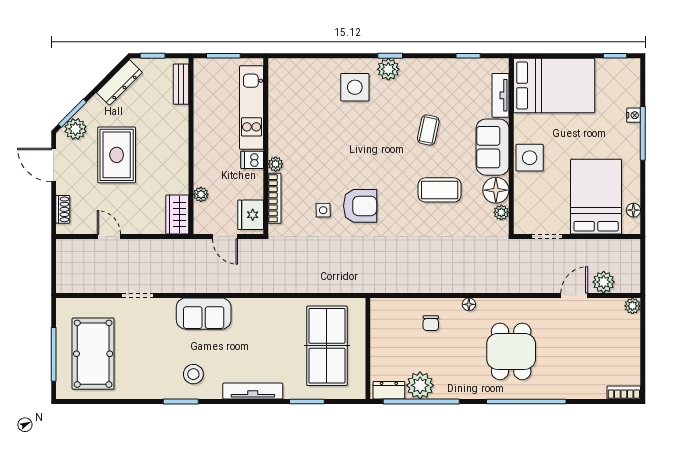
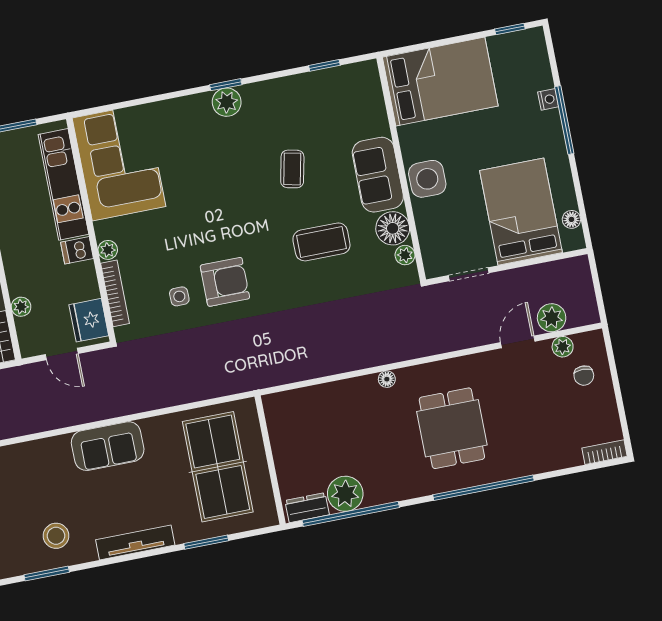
side table: (355, 87) -> (189, 133), removed
tv unit: (500, 95) -> (375, 107), removed
corner sofa: (297, 99) -> (119, 162), added
plant: (632, 306) -> (563, 347), moved
sofa: (204, 314) -> (108, 446), moved
chair: (431, 323) -> (584, 376), moved

